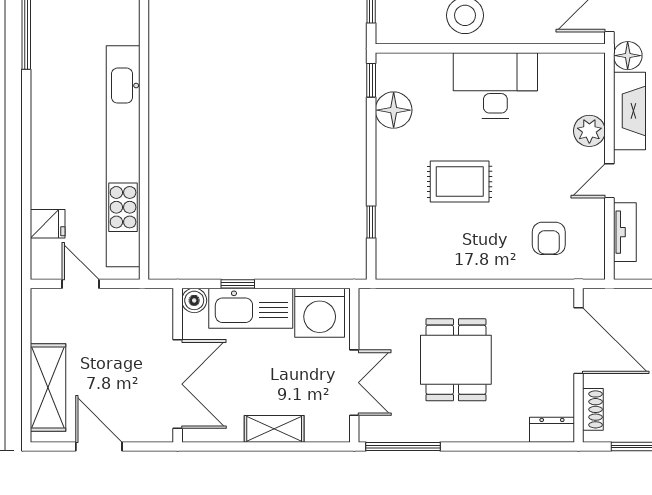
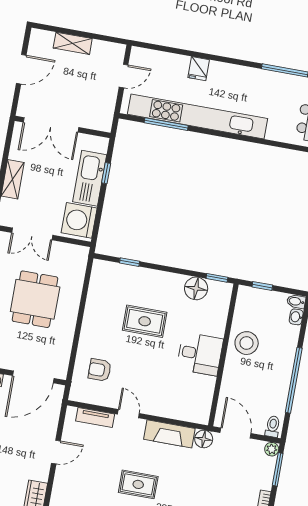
desk: (495, 86) -> (200, 354), width x0.73
plant: (589, 131) -> (161, 407), removed
rug: (460, 182) -> (145, 321), turned 90
window: (144, 203) -> (166, 124), added
fridge: (48, 224) -> (199, 69), moved
boiler: (194, 300) -> (101, 144), removed
dining table: (456, 360) -> (35, 299), turned 90
shelving: (48, 388) -> (73, 43), width x0.67, depth x0.75

